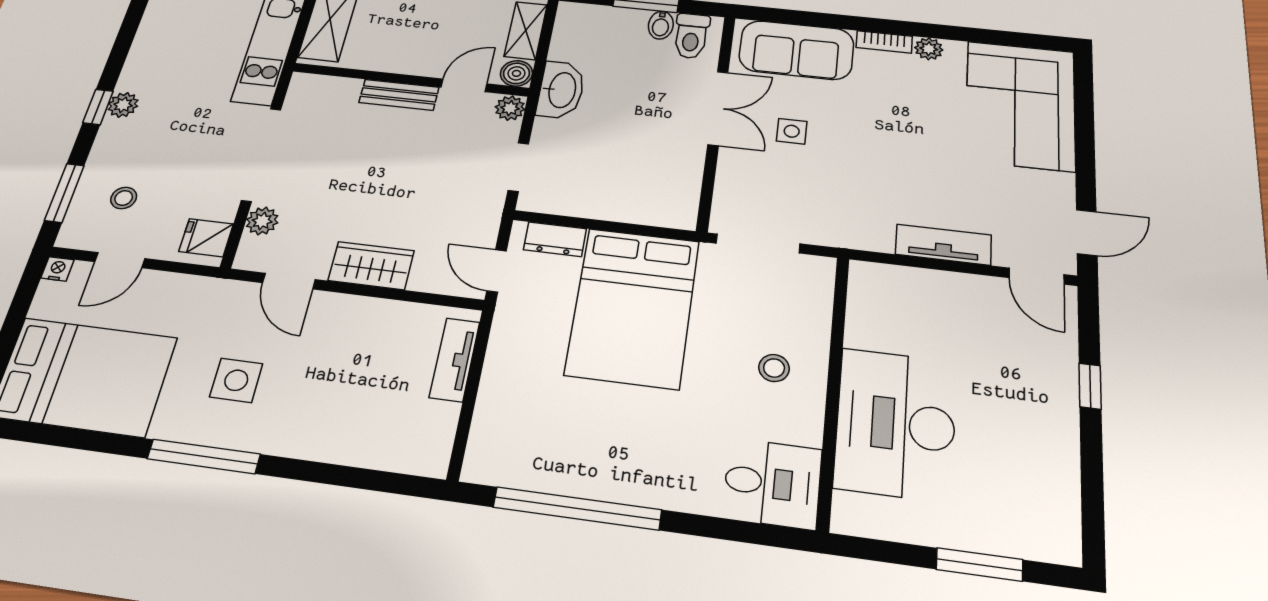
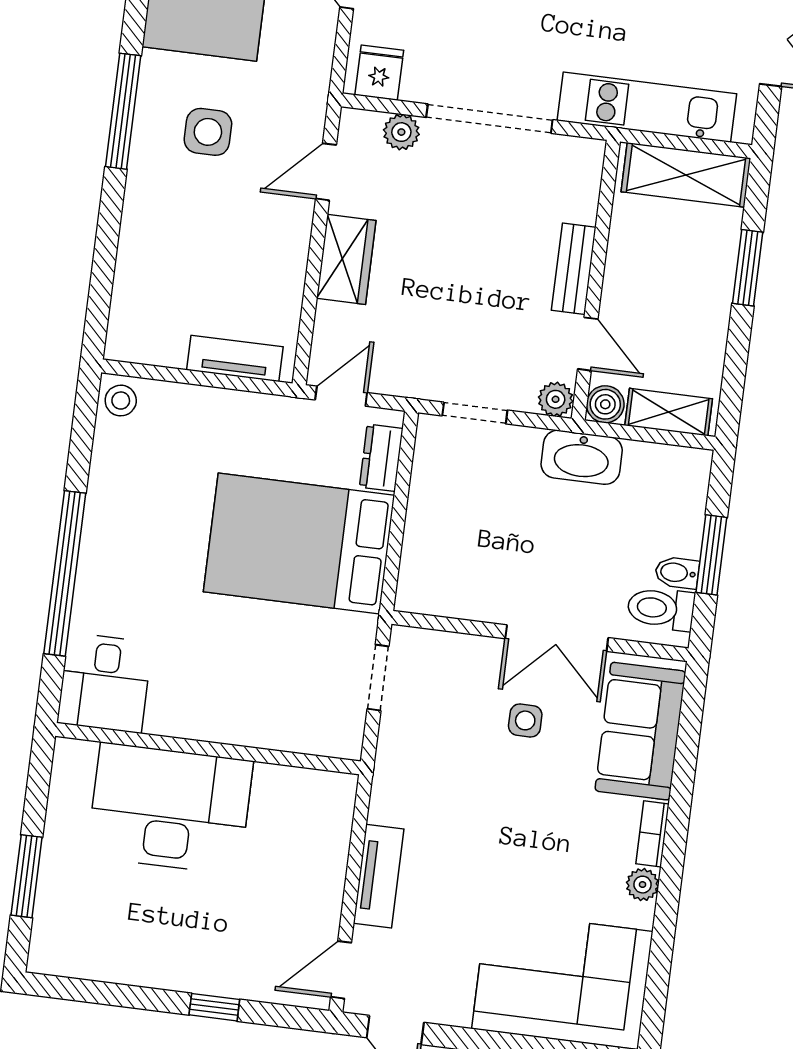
doorway: (758, 244) -> (378, 678), width x0.73
stool: (774, 368) -> (121, 401), moved
window: (577, 508) -> (65, 573), moved

